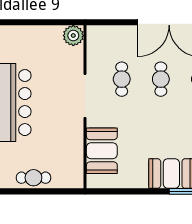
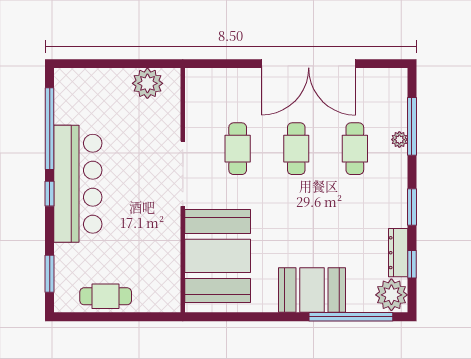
plant: (73, 36) -> (147, 83), moved
booth: (102, 151) -> (218, 256), width x1.36, depth x1.42

